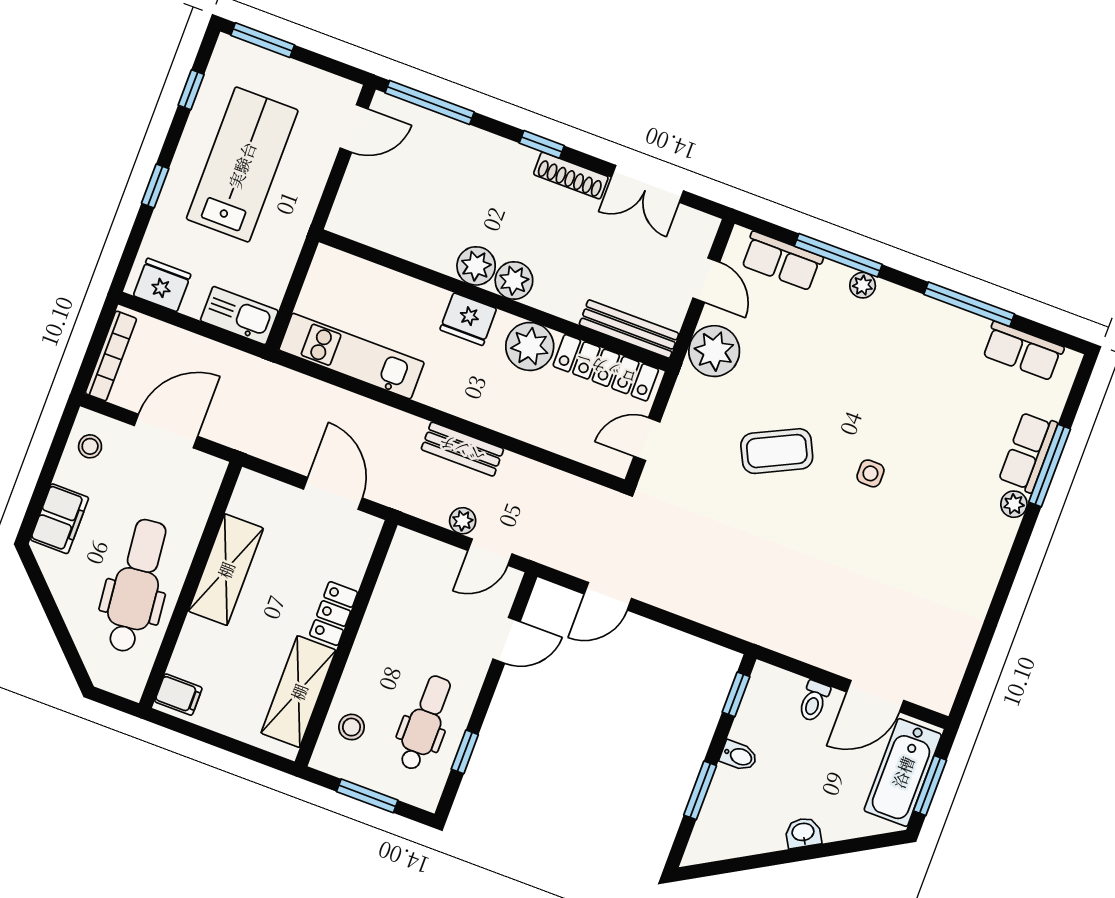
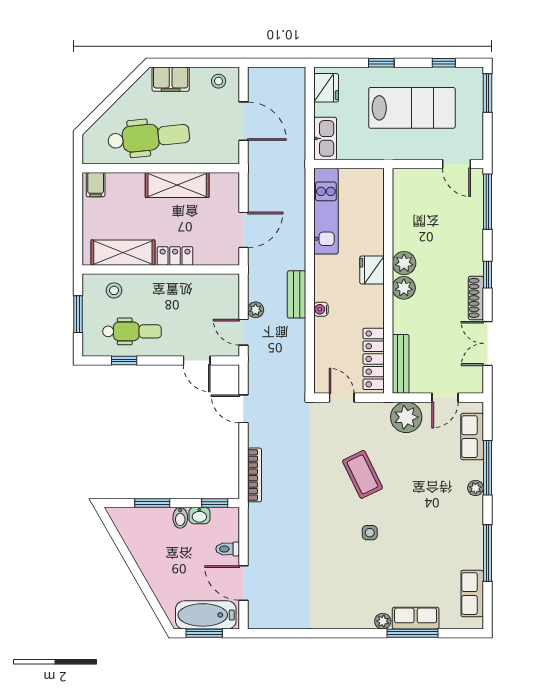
plant: (530, 346) -> (369, 311), removed
bookcase: (111, 356) -> (255, 475), moved, turned -90
water cooler: (499, 420) -> (321, 309), added
washbasin: (803, 833) -> (199, 516), moved, turned 120

